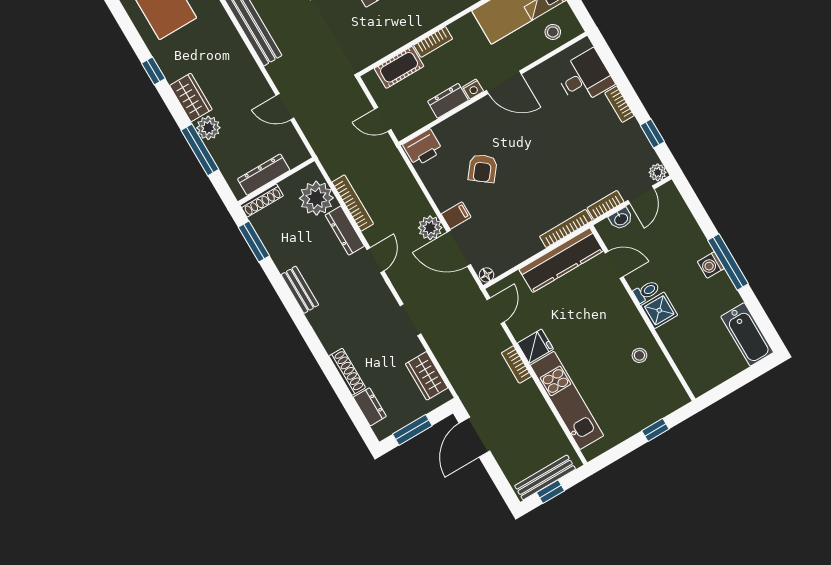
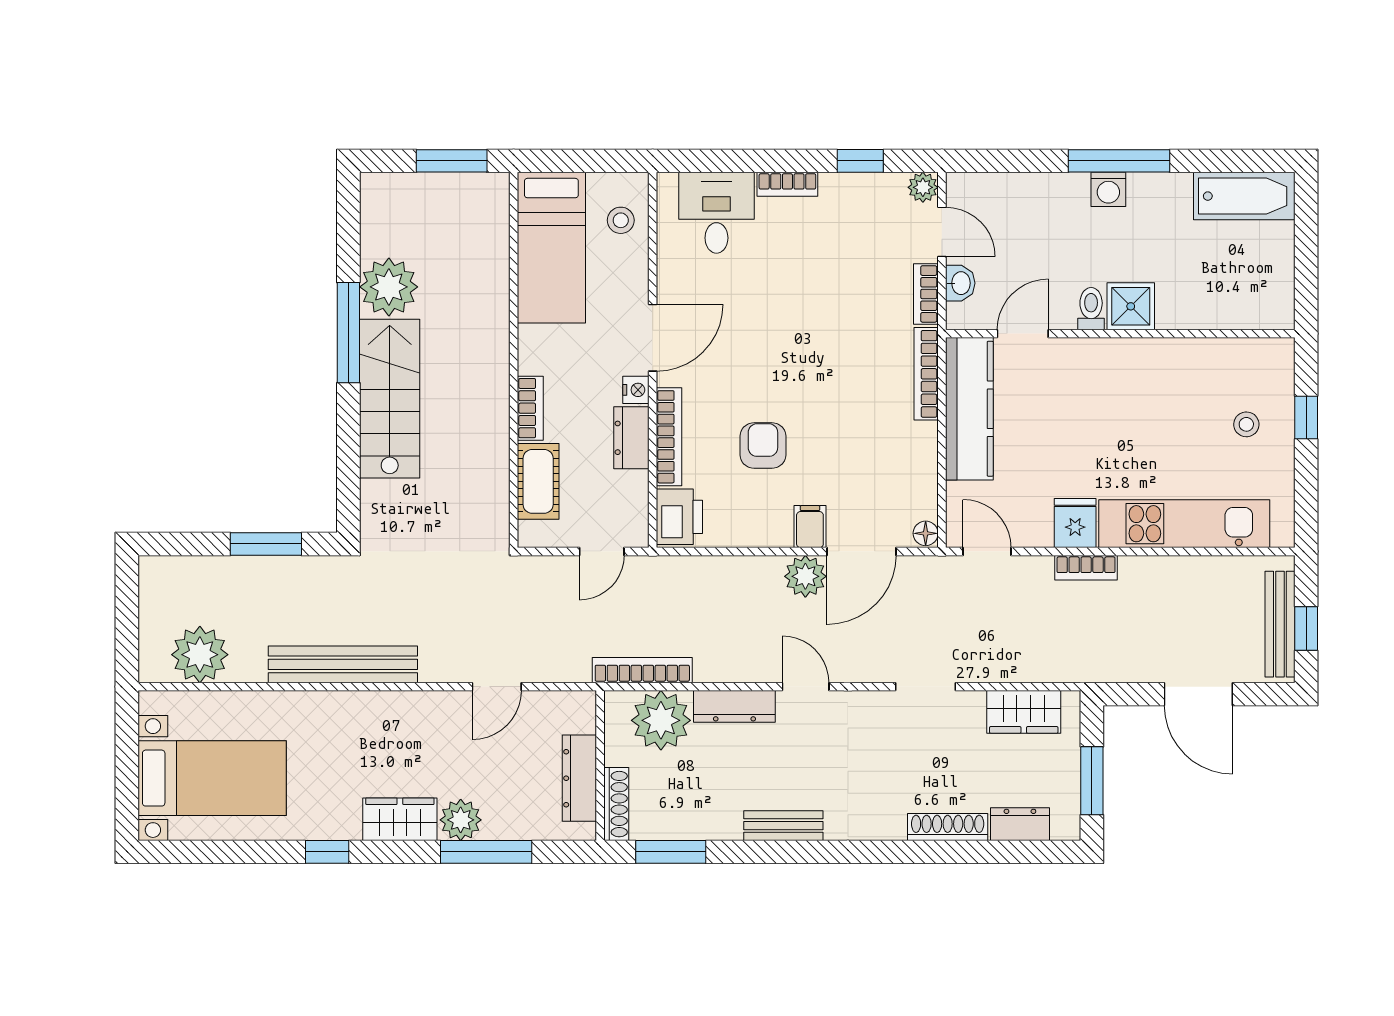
bookcase: (459, 119) -> (669, 437), added
armchair: (483, 168) -> (763, 445), turned -128
bookcase: (353, 203) -> (642, 670), moved
stool: (639, 355) -> (1246, 424), moved
door: (475, 437) -> (1198, 694), moved

